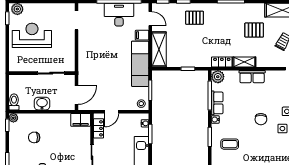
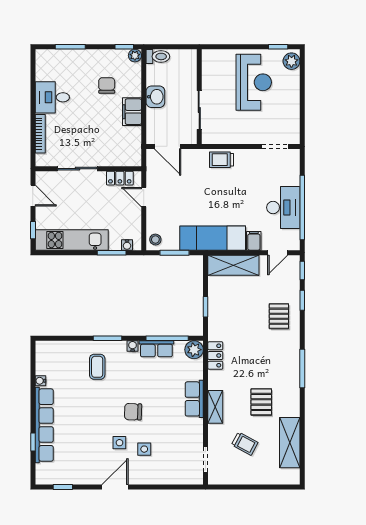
trolley: (86, 58) -> (222, 160), added
shelving: (244, 62) -> (215, 407), moved
filing cabinet: (81, 120) -> (132, 112), moved

